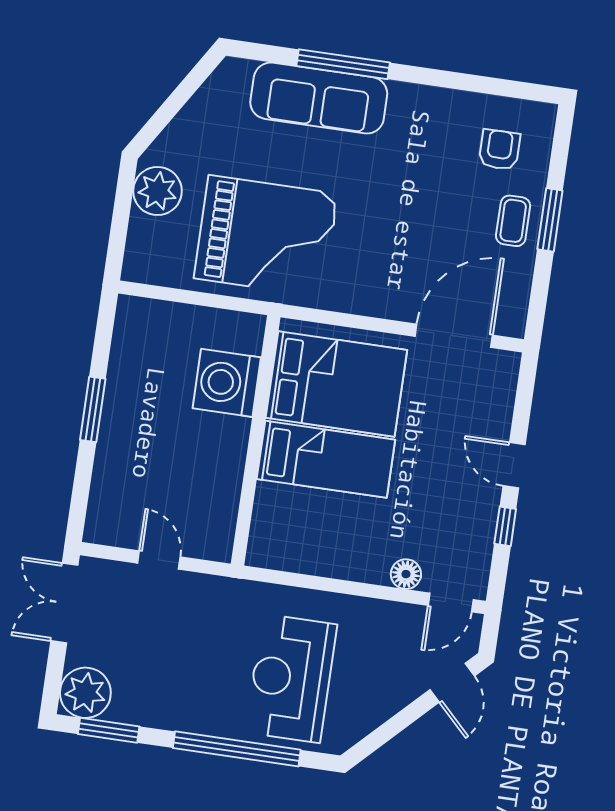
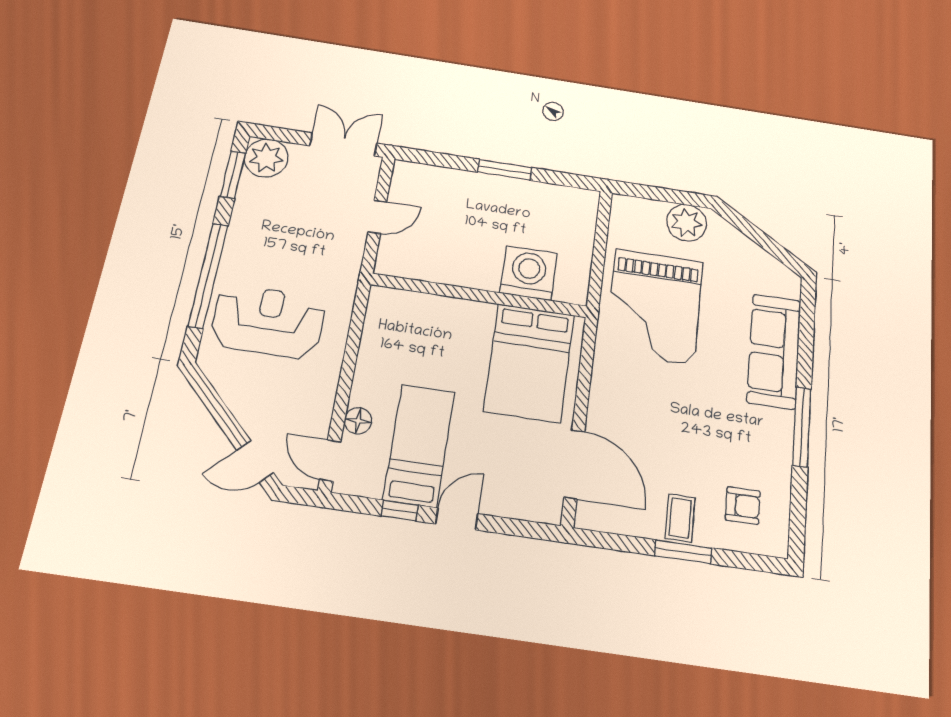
window: (343, 64) -> (802, 427), moved
coffee table: (513, 221) -> (680, 518), turned 90
bed: (326, 459) -> (419, 445), moved, turned 180

